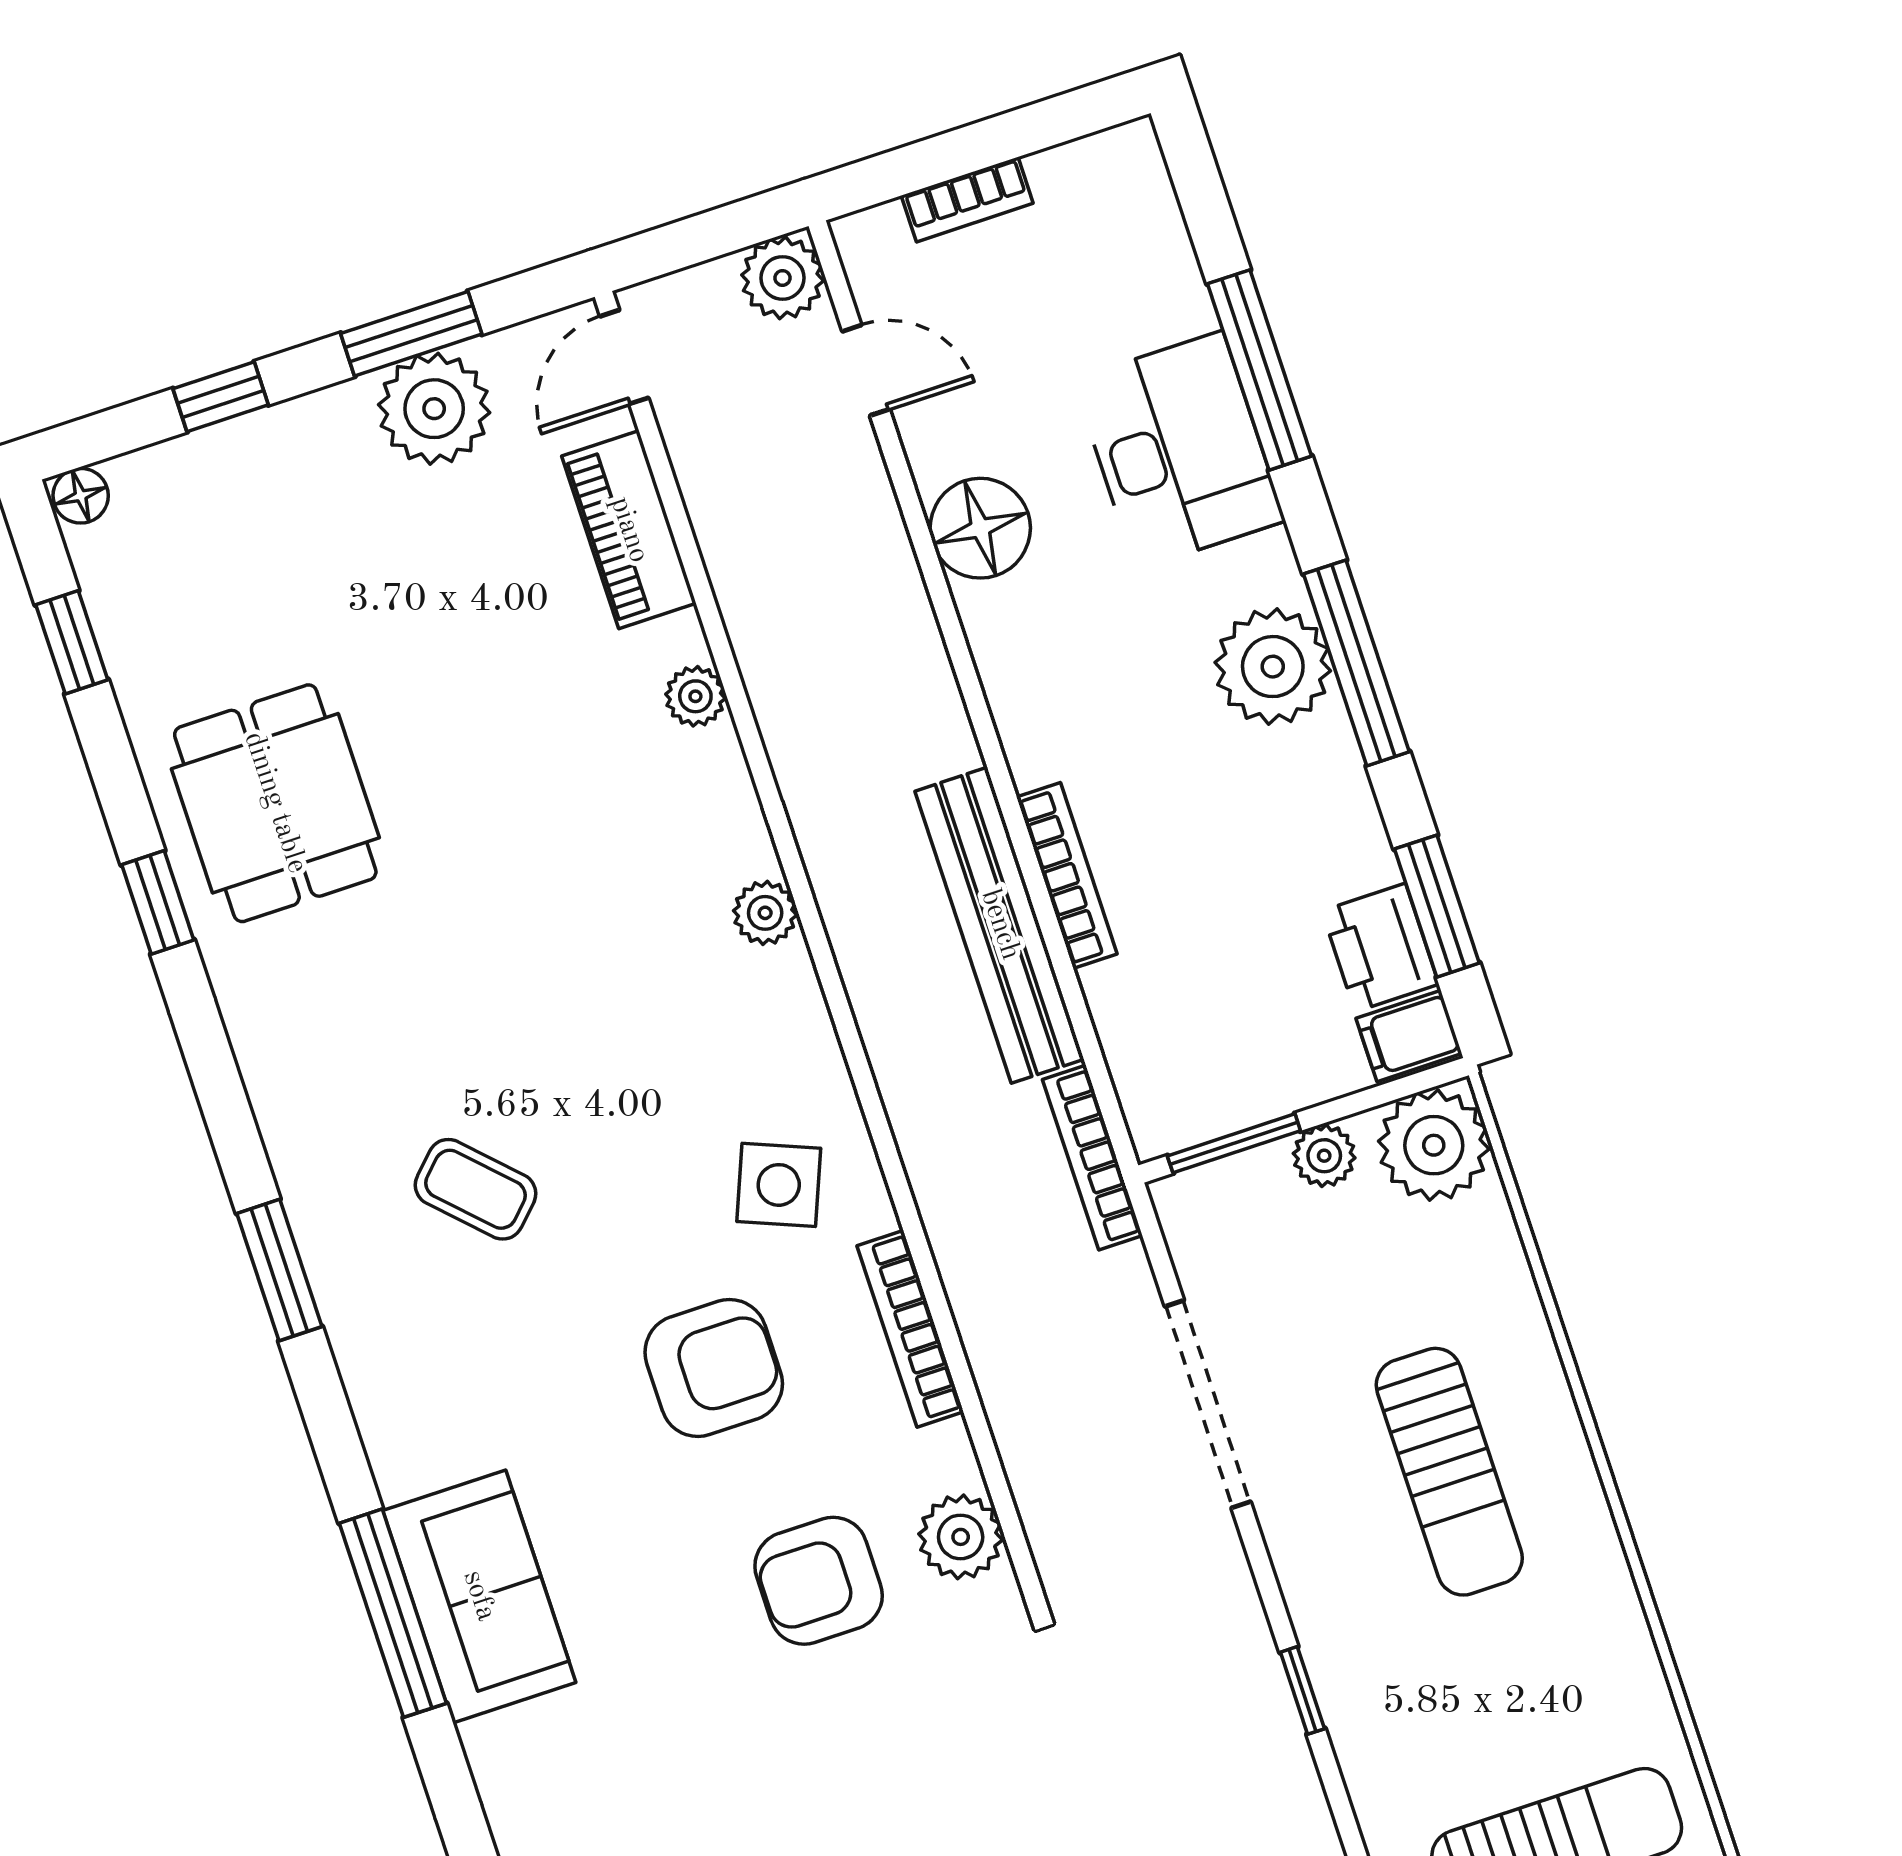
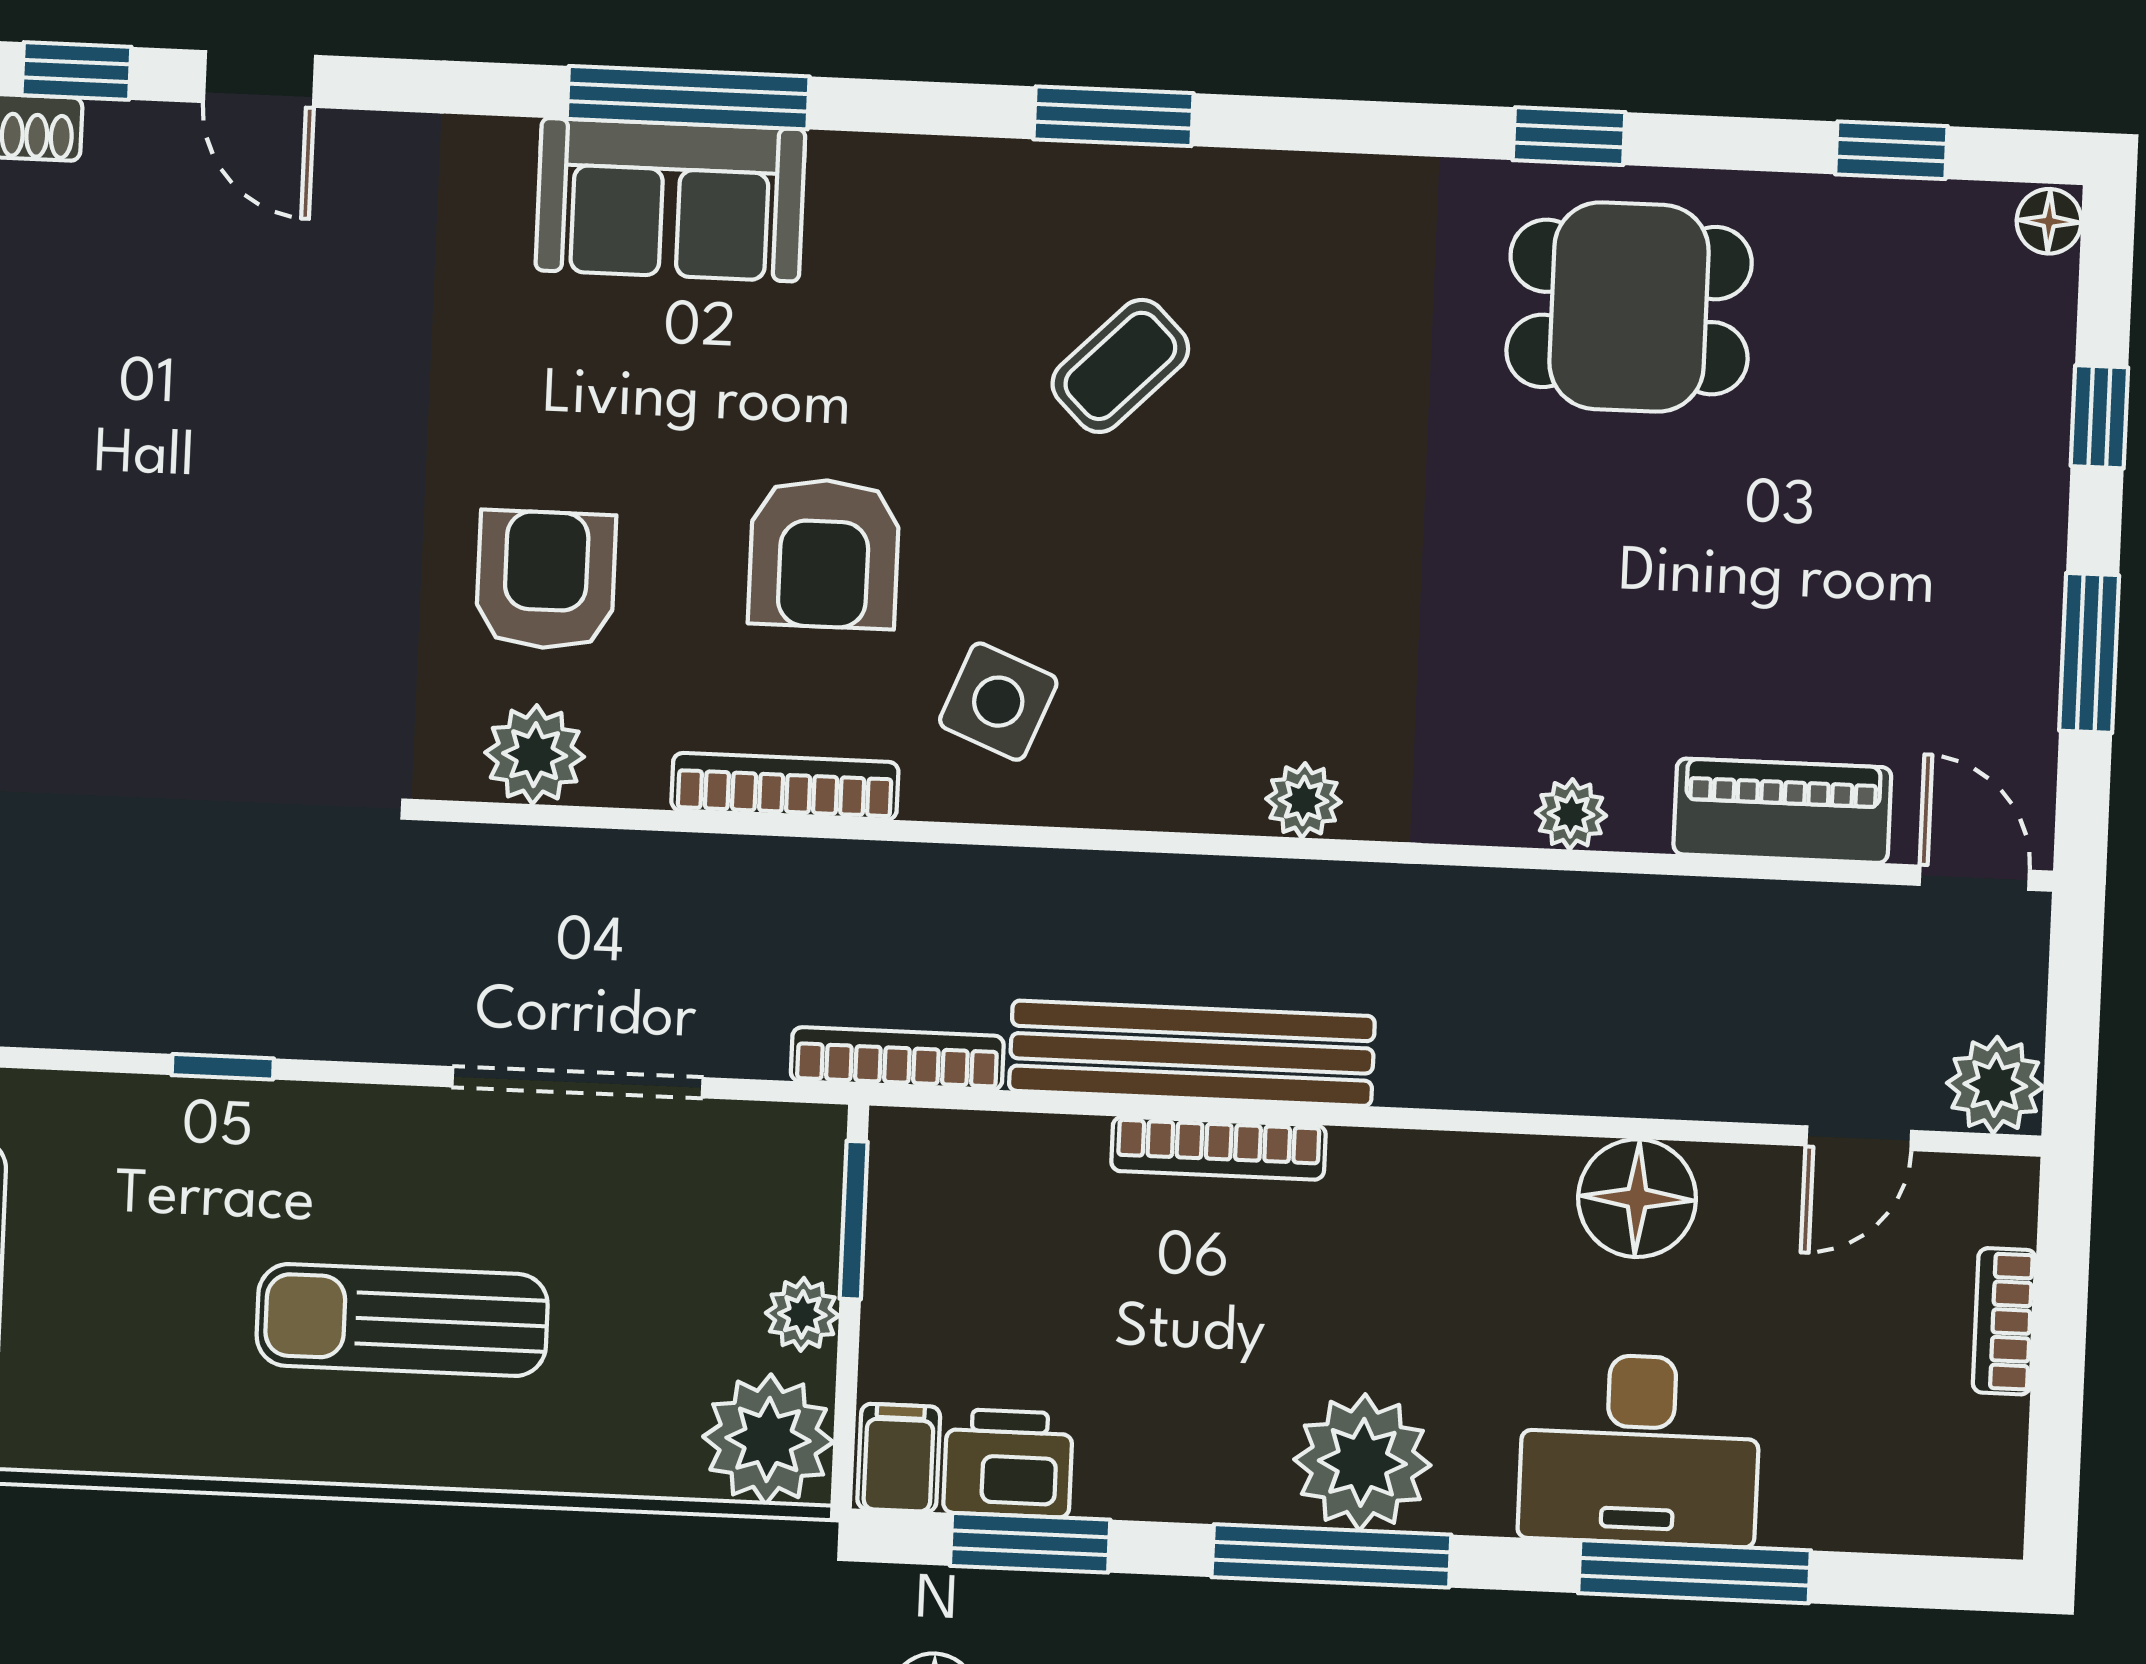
plant: (434, 409) -> (1997, 647), removed

